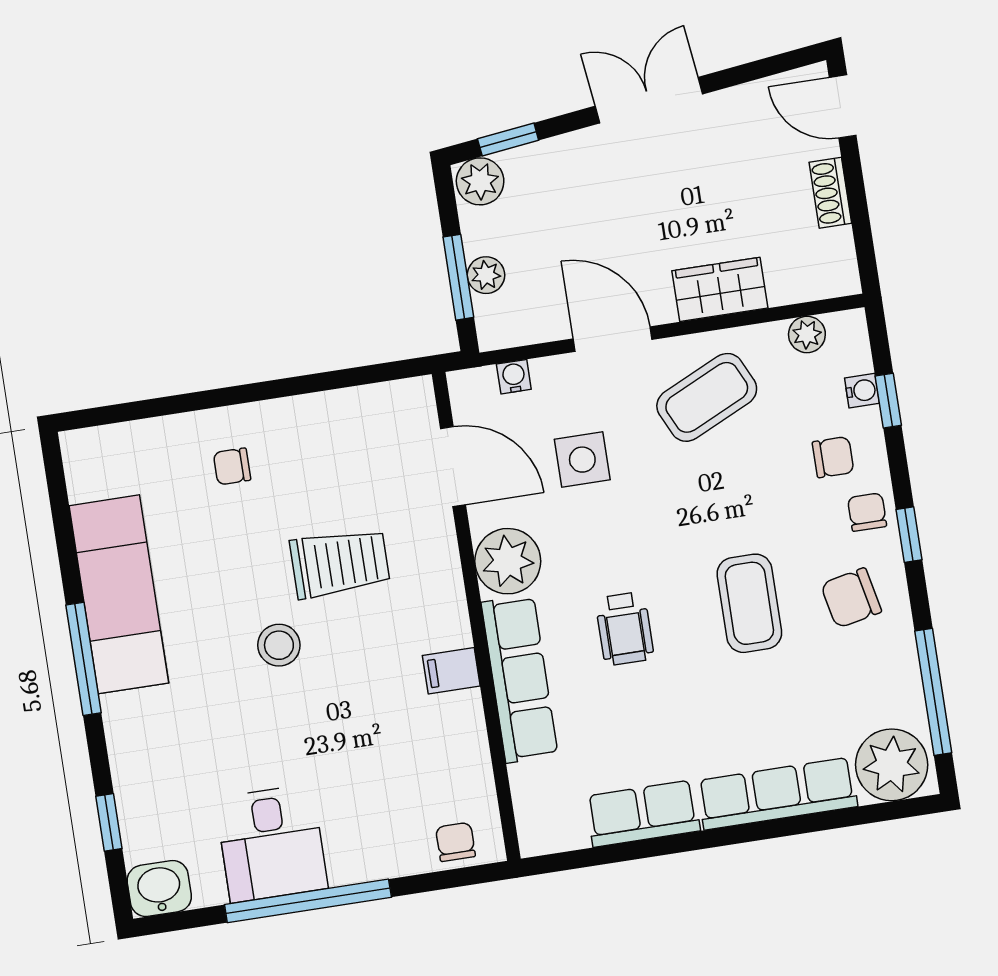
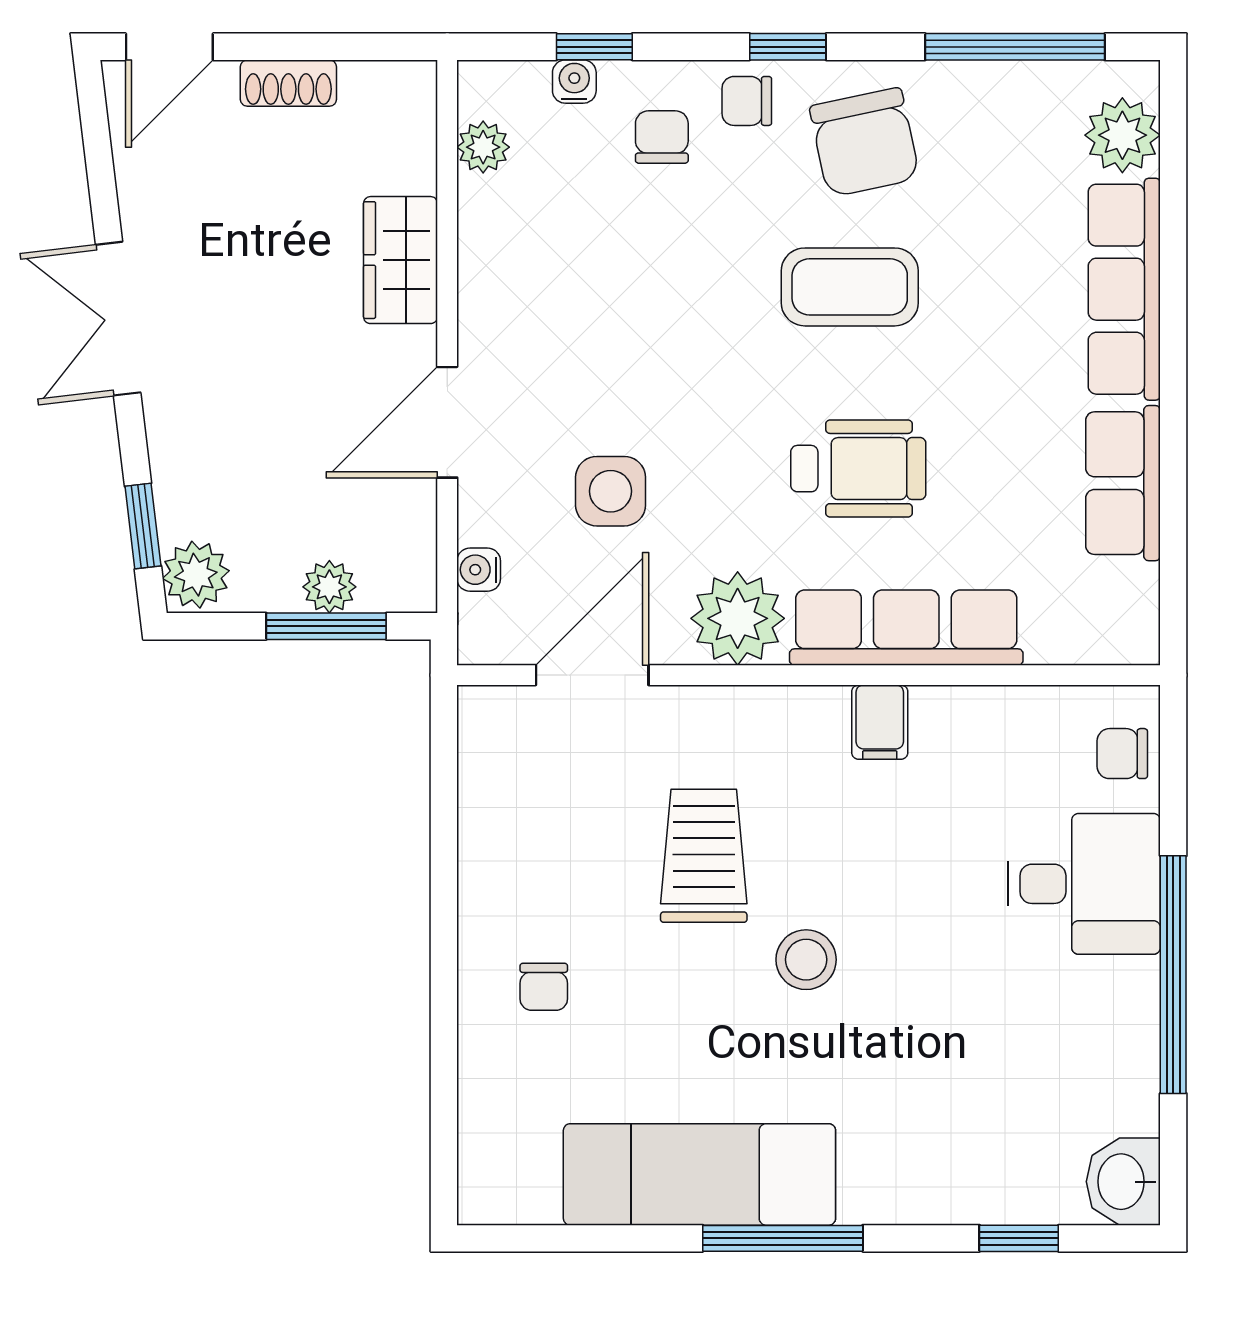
coffee table: (707, 397) -> (550, 302), removed
chair: (851, 598) -> (865, 142), width x1.37, depth x1.37
wheelchair: (625, 629) -> (858, 469), width x1.36, depth x1.37
plant: (892, 765) -> (1122, 135), width x0.73, depth x0.73
desk: (271, 843) -> (1084, 884), moved

